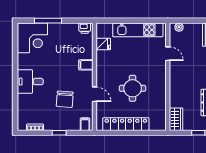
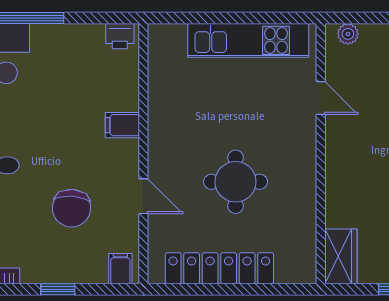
fridge: (103, 44) -> (165, 74), removed

